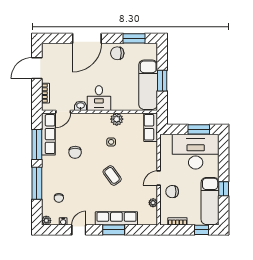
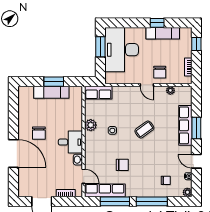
window: (134, 38) -> (13, 109), removed
chair: (117, 53) -> (39, 133), moved
exam couch: (148, 85) -> (51, 92), width x0.73, depth x0.69
exam couch: (210, 201) -> (163, 33), width x0.73, depth x0.69

